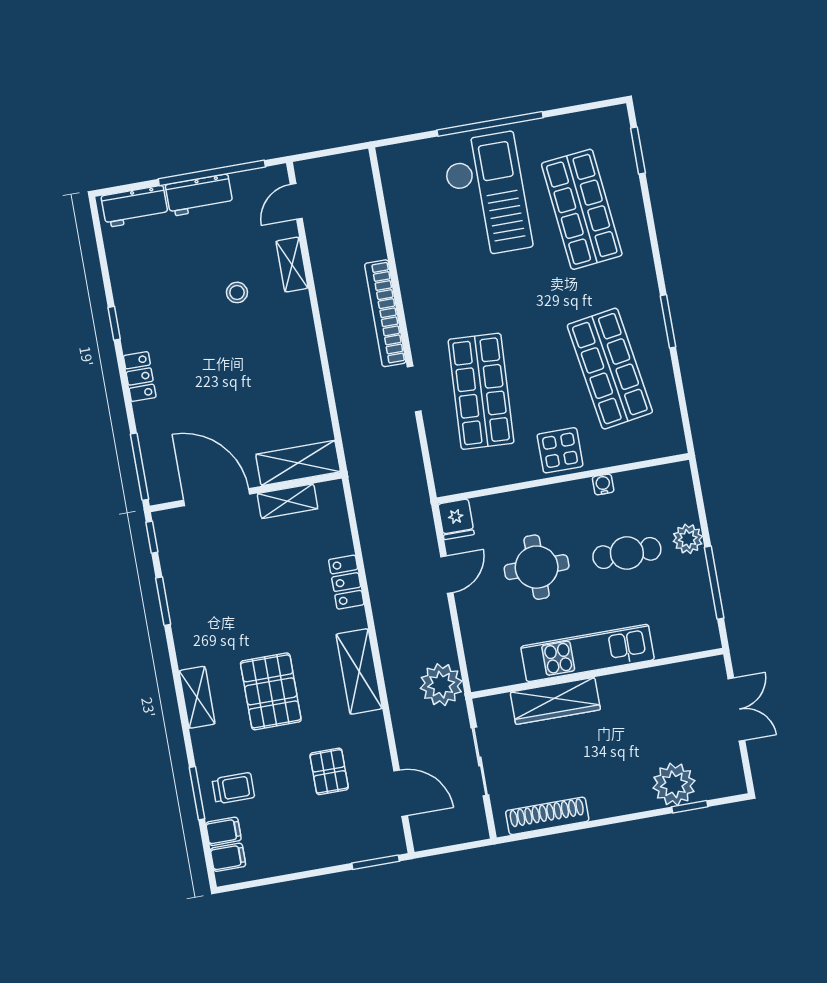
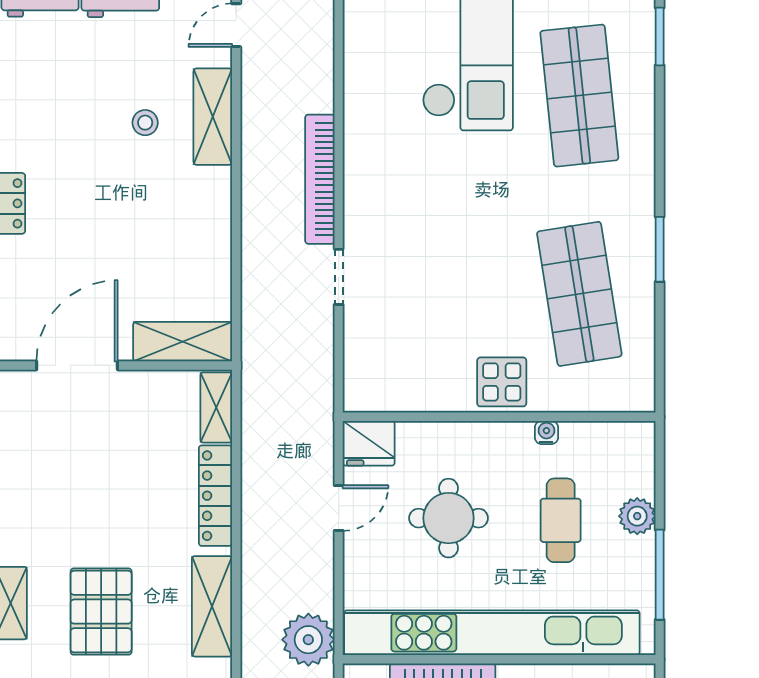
shelving: (292, 265) -> (213, 117), width x1.50, depth x1.33
shop shelf: (481, 391) -> (419, 294), removed
door: (217, 497) -> (77, 365), hinge flipped
shelving: (288, 501) -> (216, 407), moved, turned 90
fridge: (456, 519) -> (369, 443), width x1.38
cafe table: (627, 553) -> (561, 520), turned 90
locker: (346, 582) -> (215, 496), width x1.53
kitchen unit: (588, 653) -> (492, 633), width x1.86

